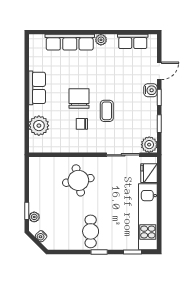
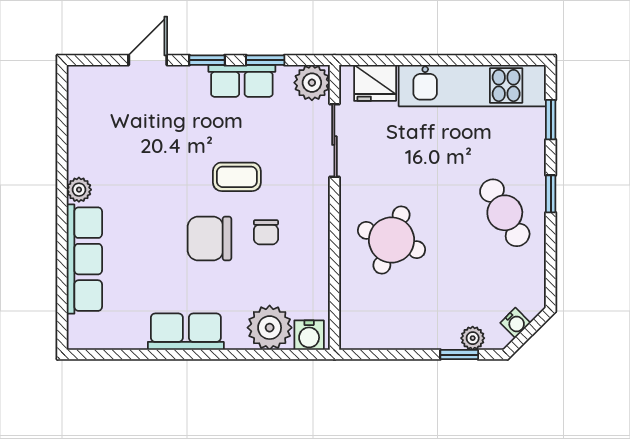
row of seats: (133, 41) -> (242, 81), moved, turned 90
door: (159, 71) -> (148, 60), hinge flipped
water cooler: (151, 90) -> (309, 335), moved, turned 180
round table: (78, 180) -> (392, 240), turned 32
cafe table: (91, 231) -> (505, 213), turned 60

